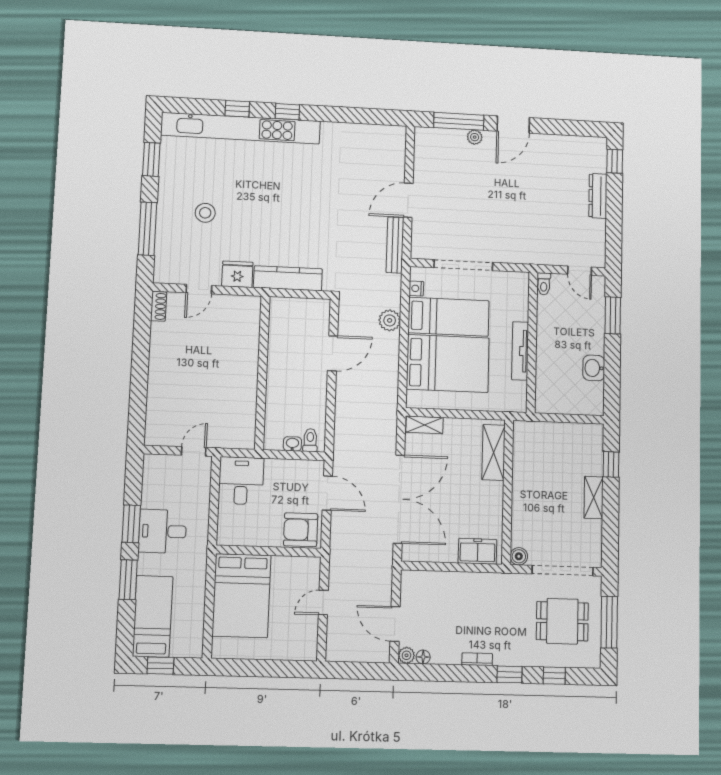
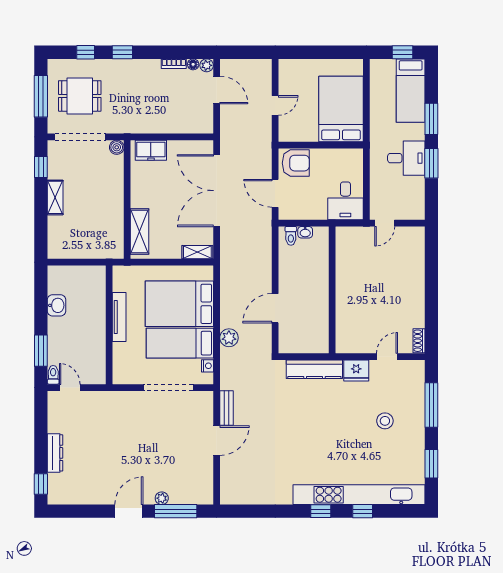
bench: (395, 245) -> (227, 408), width x0.73
toilet: (544, 284) -> (53, 375), moved
window: (611, 464) -> (41, 167), moved
bookcase: (477, 659) -> (174, 64), moved

